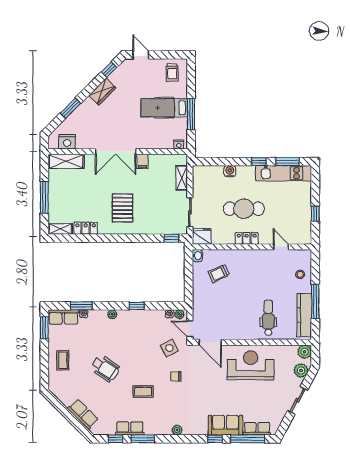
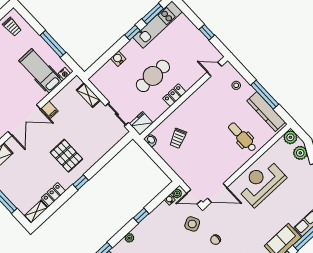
hospital bed: (164, 108) -> (41, 71), moved, turned 90
window: (171, 238) -> (81, 182), moved
door: (281, 247) -> (214, 69), moved

